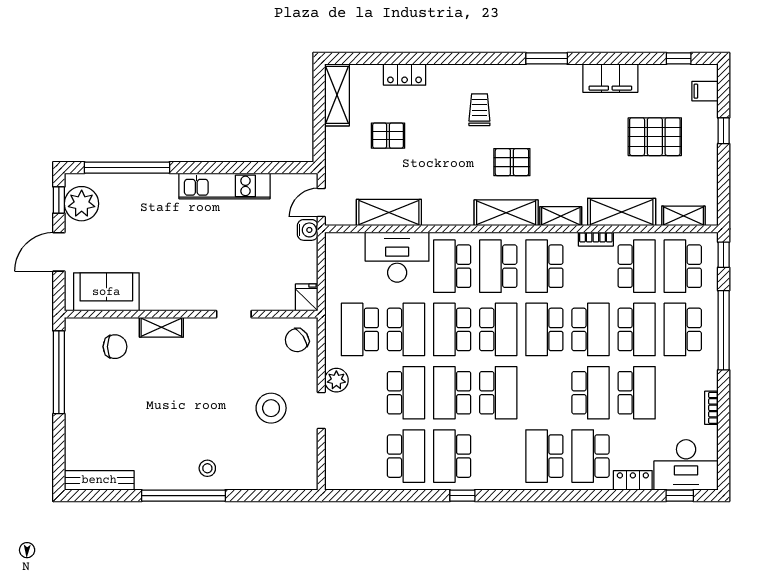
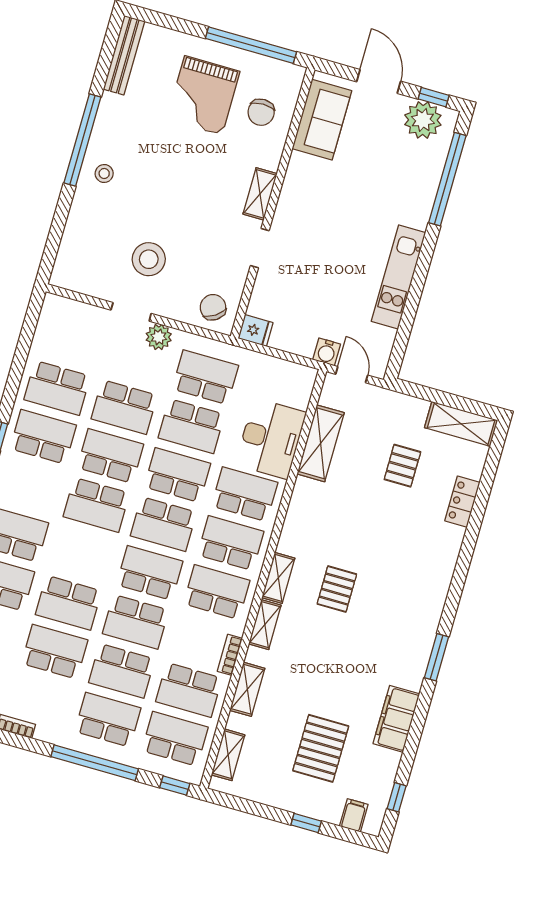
trolley: (479, 110) -> (402, 571), removed
shelving: (622, 212) -> (247, 689), width x0.67, depth x0.75
shelving: (506, 213) -> (278, 578), width x0.67, depth x0.75
shelving: (161, 327) -> (260, 194), moved
school desk: (637, 393) -> (55, 652), turned 180
grand piano: (115, 401) -> (203, 95), added

